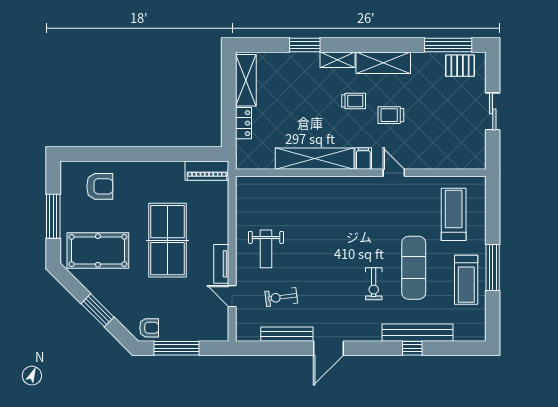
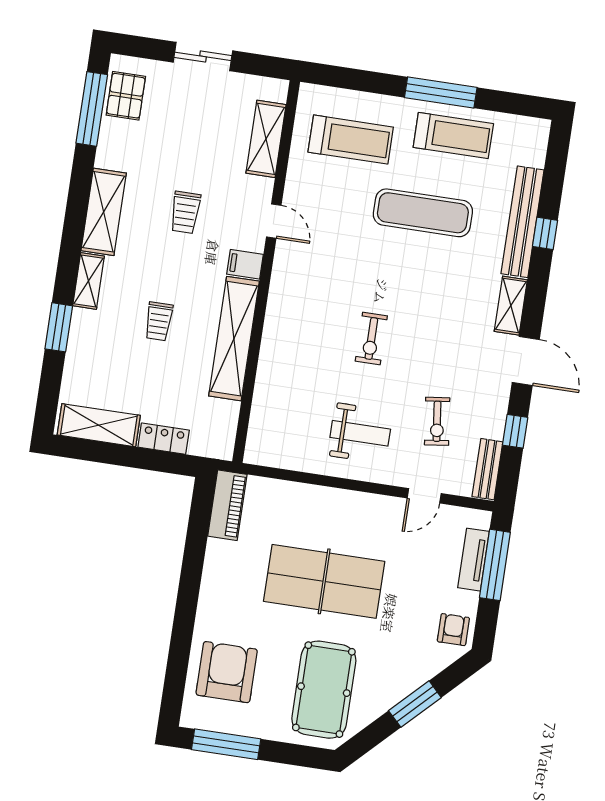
trolley: (354, 101) -> (159, 321), moved, turned 180
shelving: (446, 160) -> (266, 139), added
door: (394, 173) -> (274, 221), swing flipped
armchair: (100, 186) -> (227, 672), width x1.36, depth x1.36
treadmill: (454, 214) -> (351, 140), turned 180
window: (53, 216) -> (226, 744), moved
tv unit: (221, 264) -> (474, 560), moved, turned 90
exercise bike: (374, 284) -> (371, 339), moved, turned 90
shelving: (363, 333) -> (511, 306), added
bench: (287, 334) -> (487, 469), moved, width x0.73
window: (176, 348) -> (495, 565), moved
window: (282, 348) -> (515, 431), added

